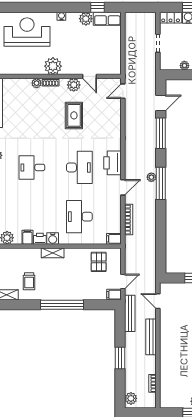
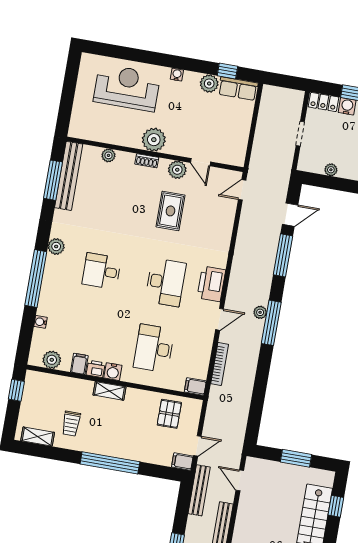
plant: (37, 83) -> (108, 155), moved

